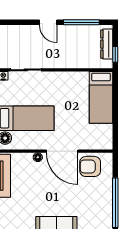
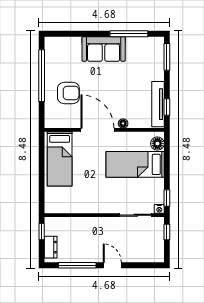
dresser: (107, 44) -> (51, 247), width x0.70
bed: (101, 97) -> (60, 159), moved, turned 180
armchair: (90, 166) -> (68, 93), moved

